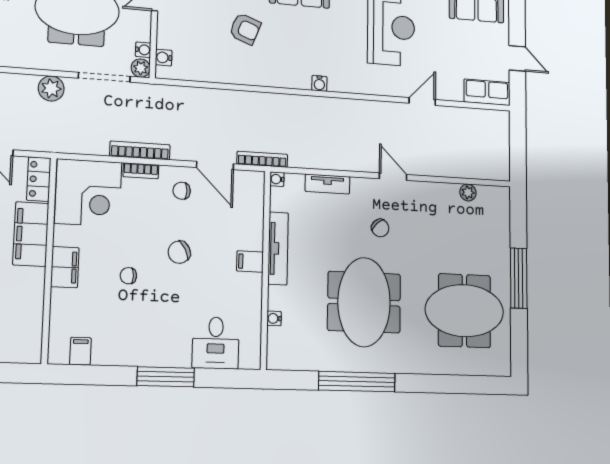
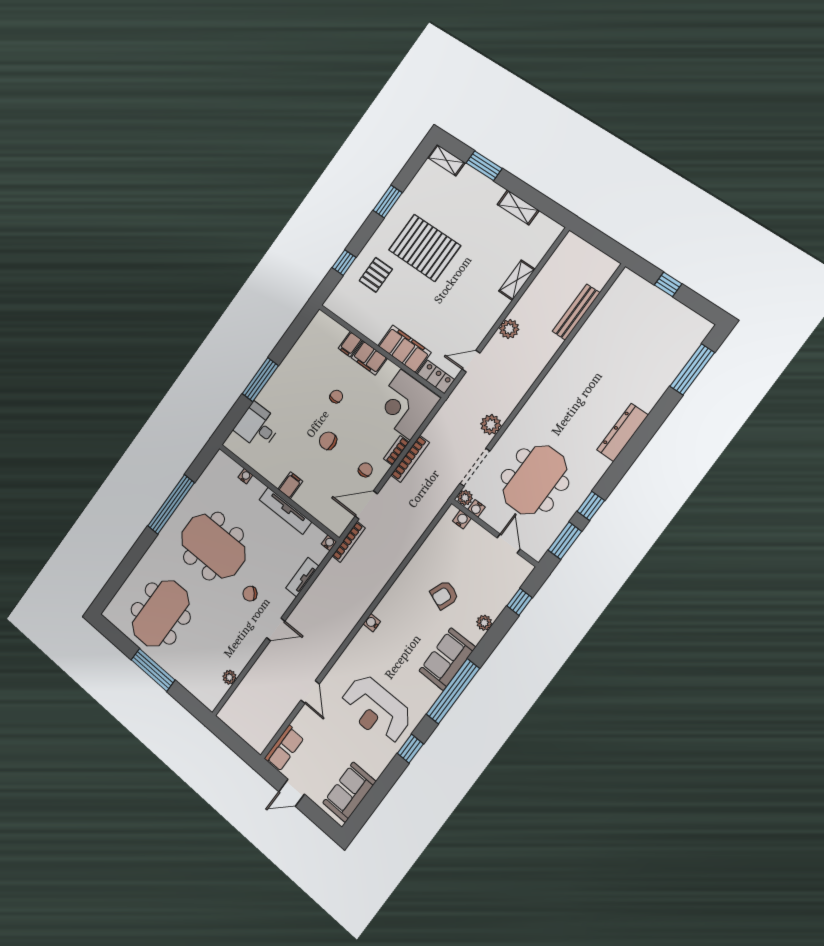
chair: (179, 252) -> (328, 441), turned -68
filing cabinet: (80, 351) -> (350, 344), moved, turned 90

